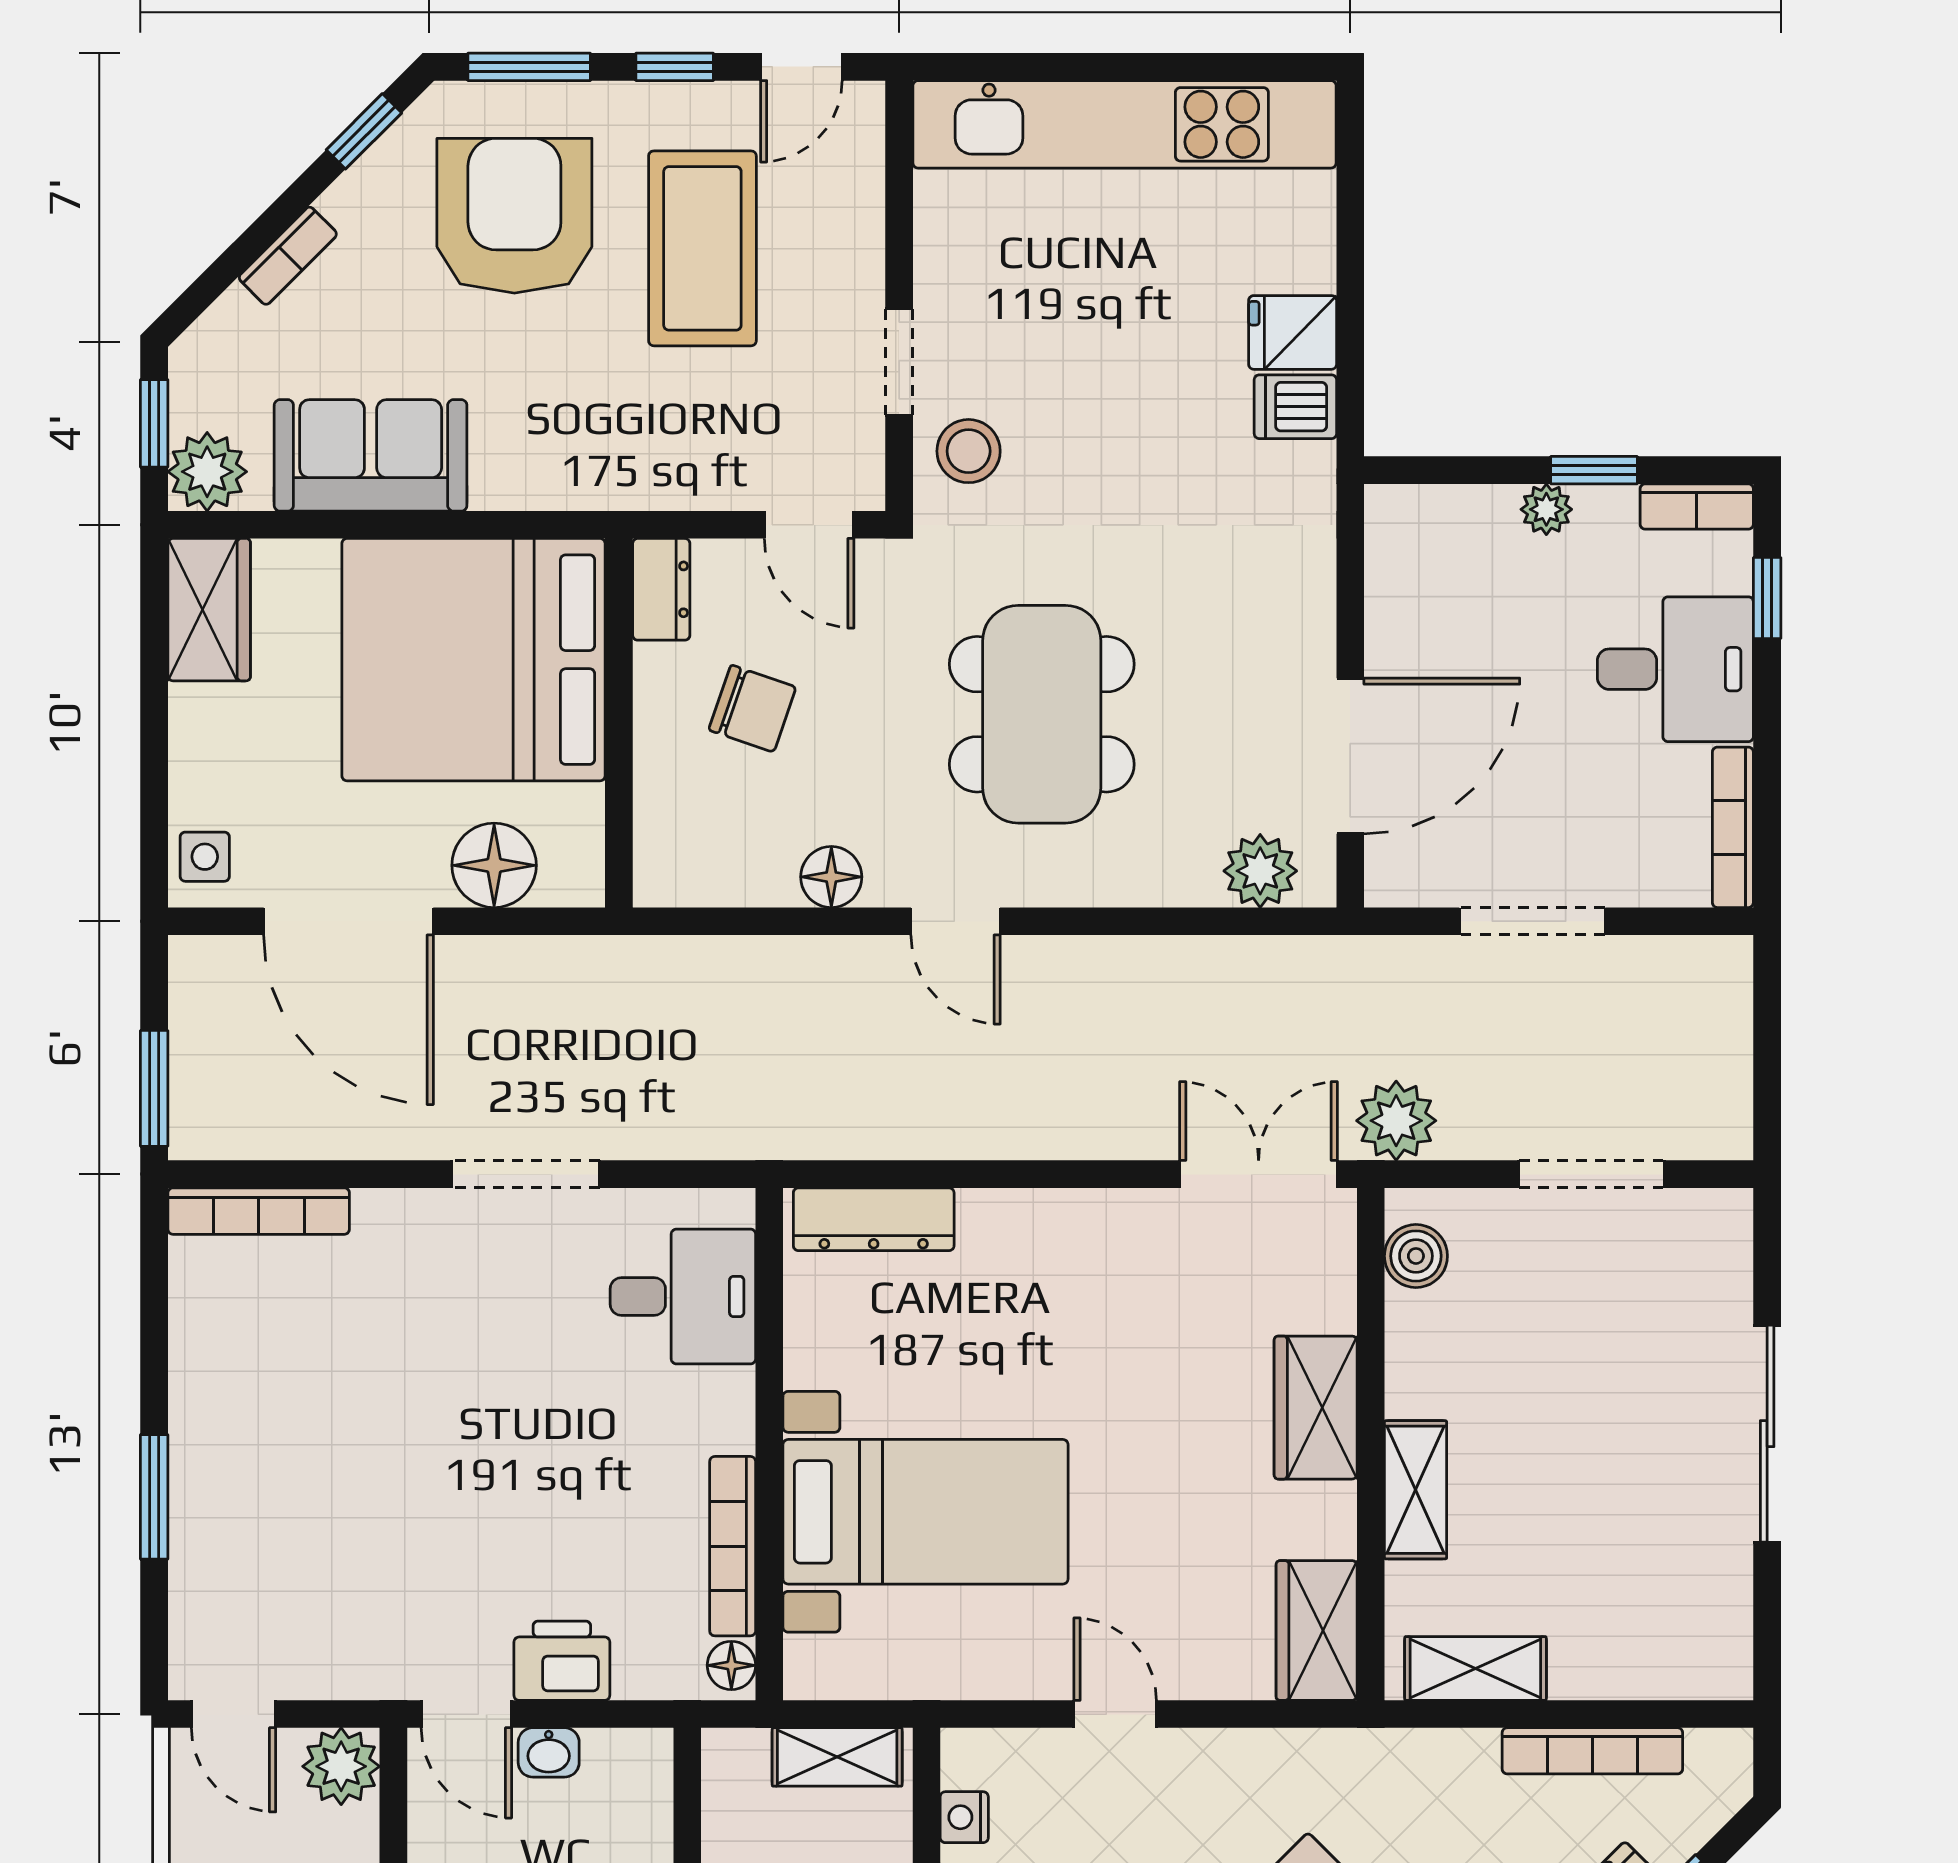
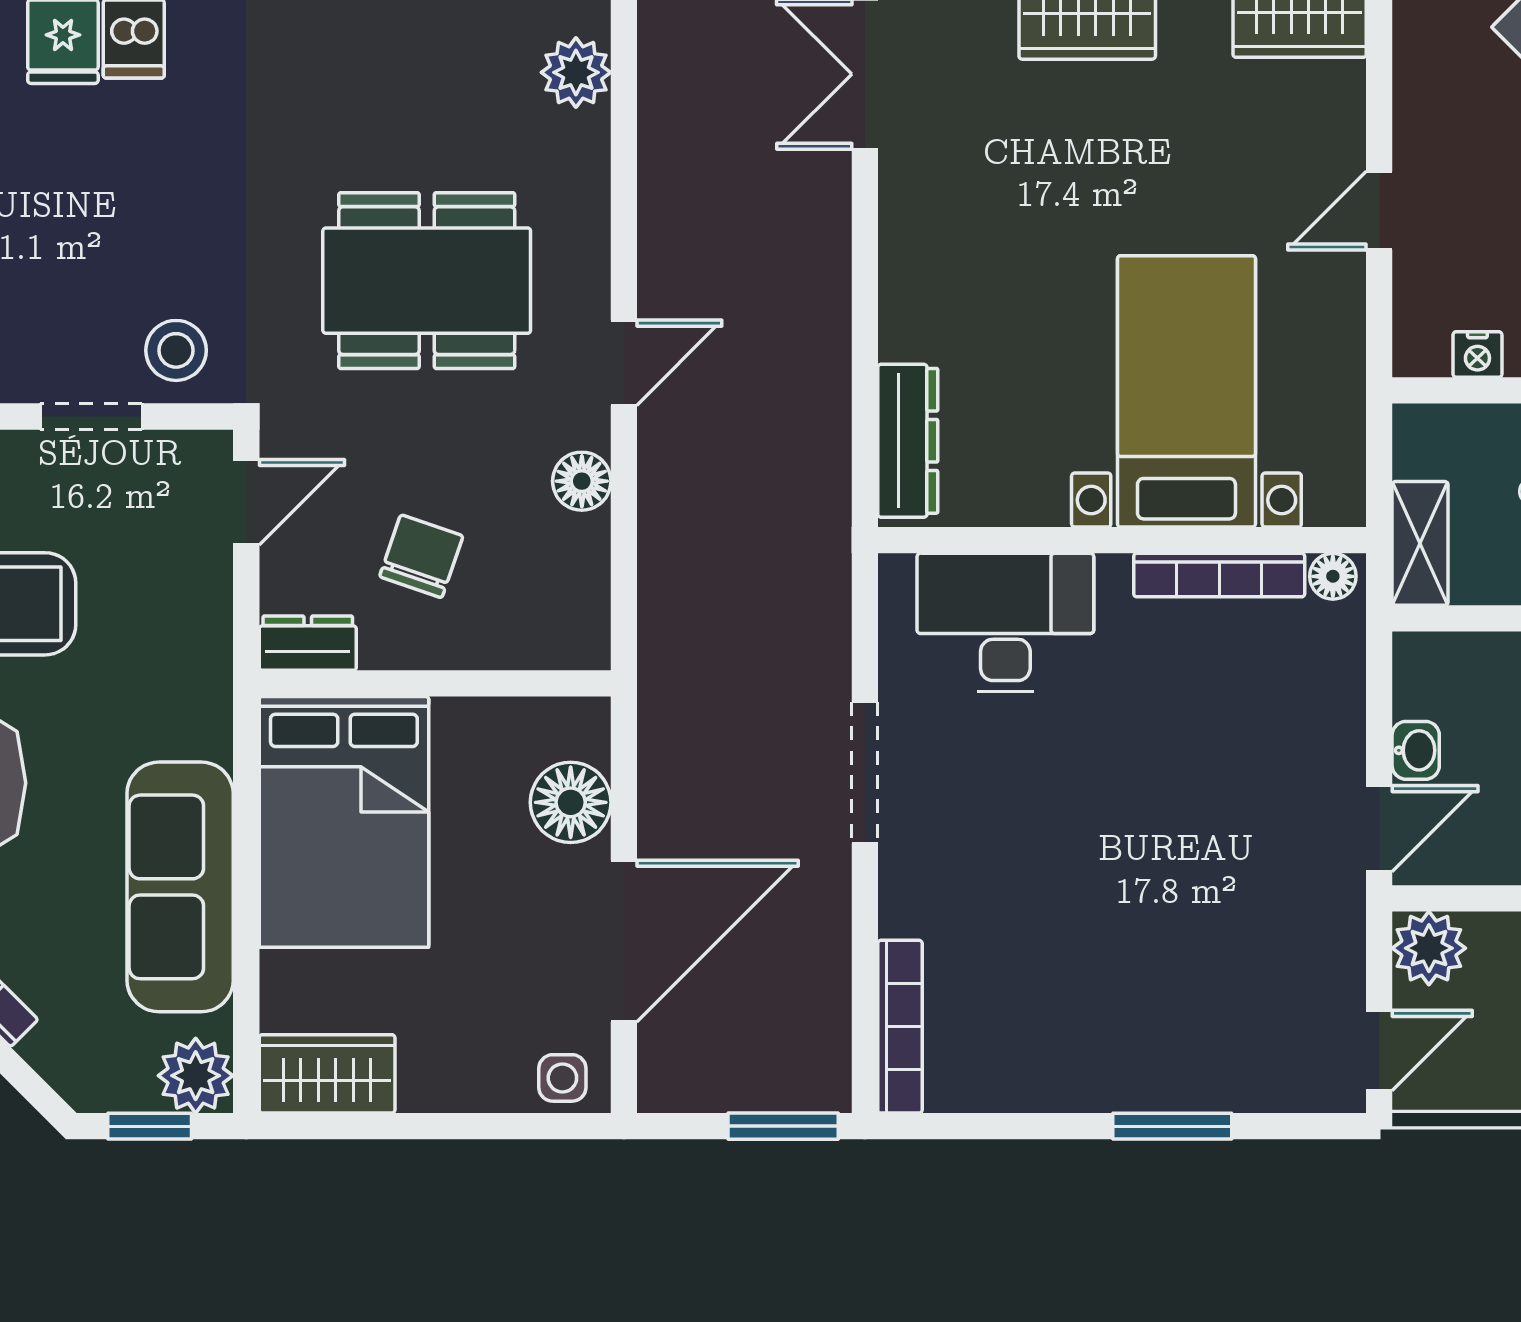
sofa: (371, 455) -> (180, 887), width x1.36
bed: (474, 660) -> (344, 822), width x0.73
desk: (683, 1297) -> (1005, 622), width x1.37
printer: (562, 1661) -> (1328, 738), removed
shelving: (837, 1757) -> (1420, 543), moved

